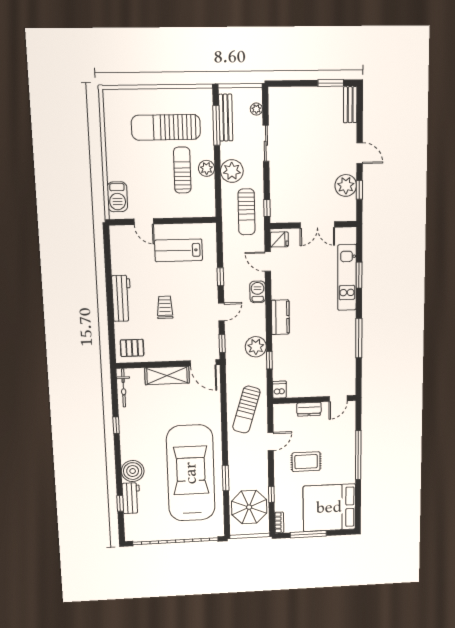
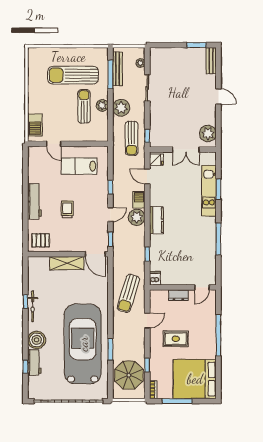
plant: (346, 185) -> (208, 133), moved
window: (359, 190) -> (218, 124), removed
plant: (256, 347) -> (137, 217), moved
bicycle: (124, 388) -> (33, 306), moved

